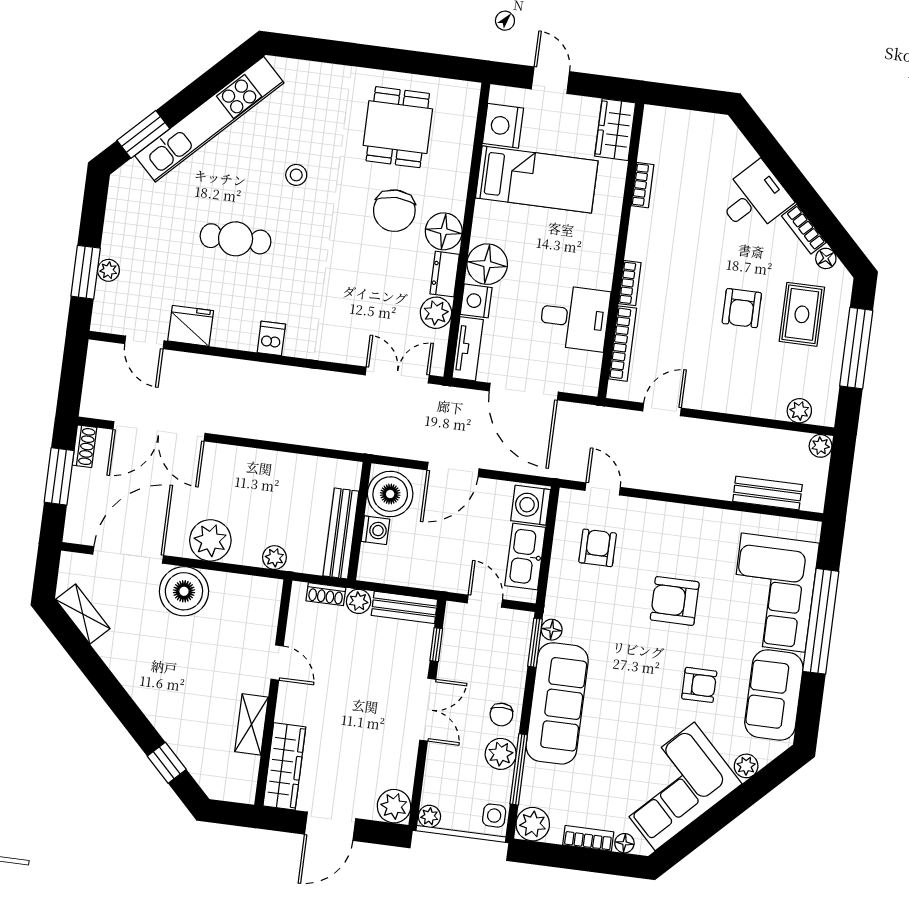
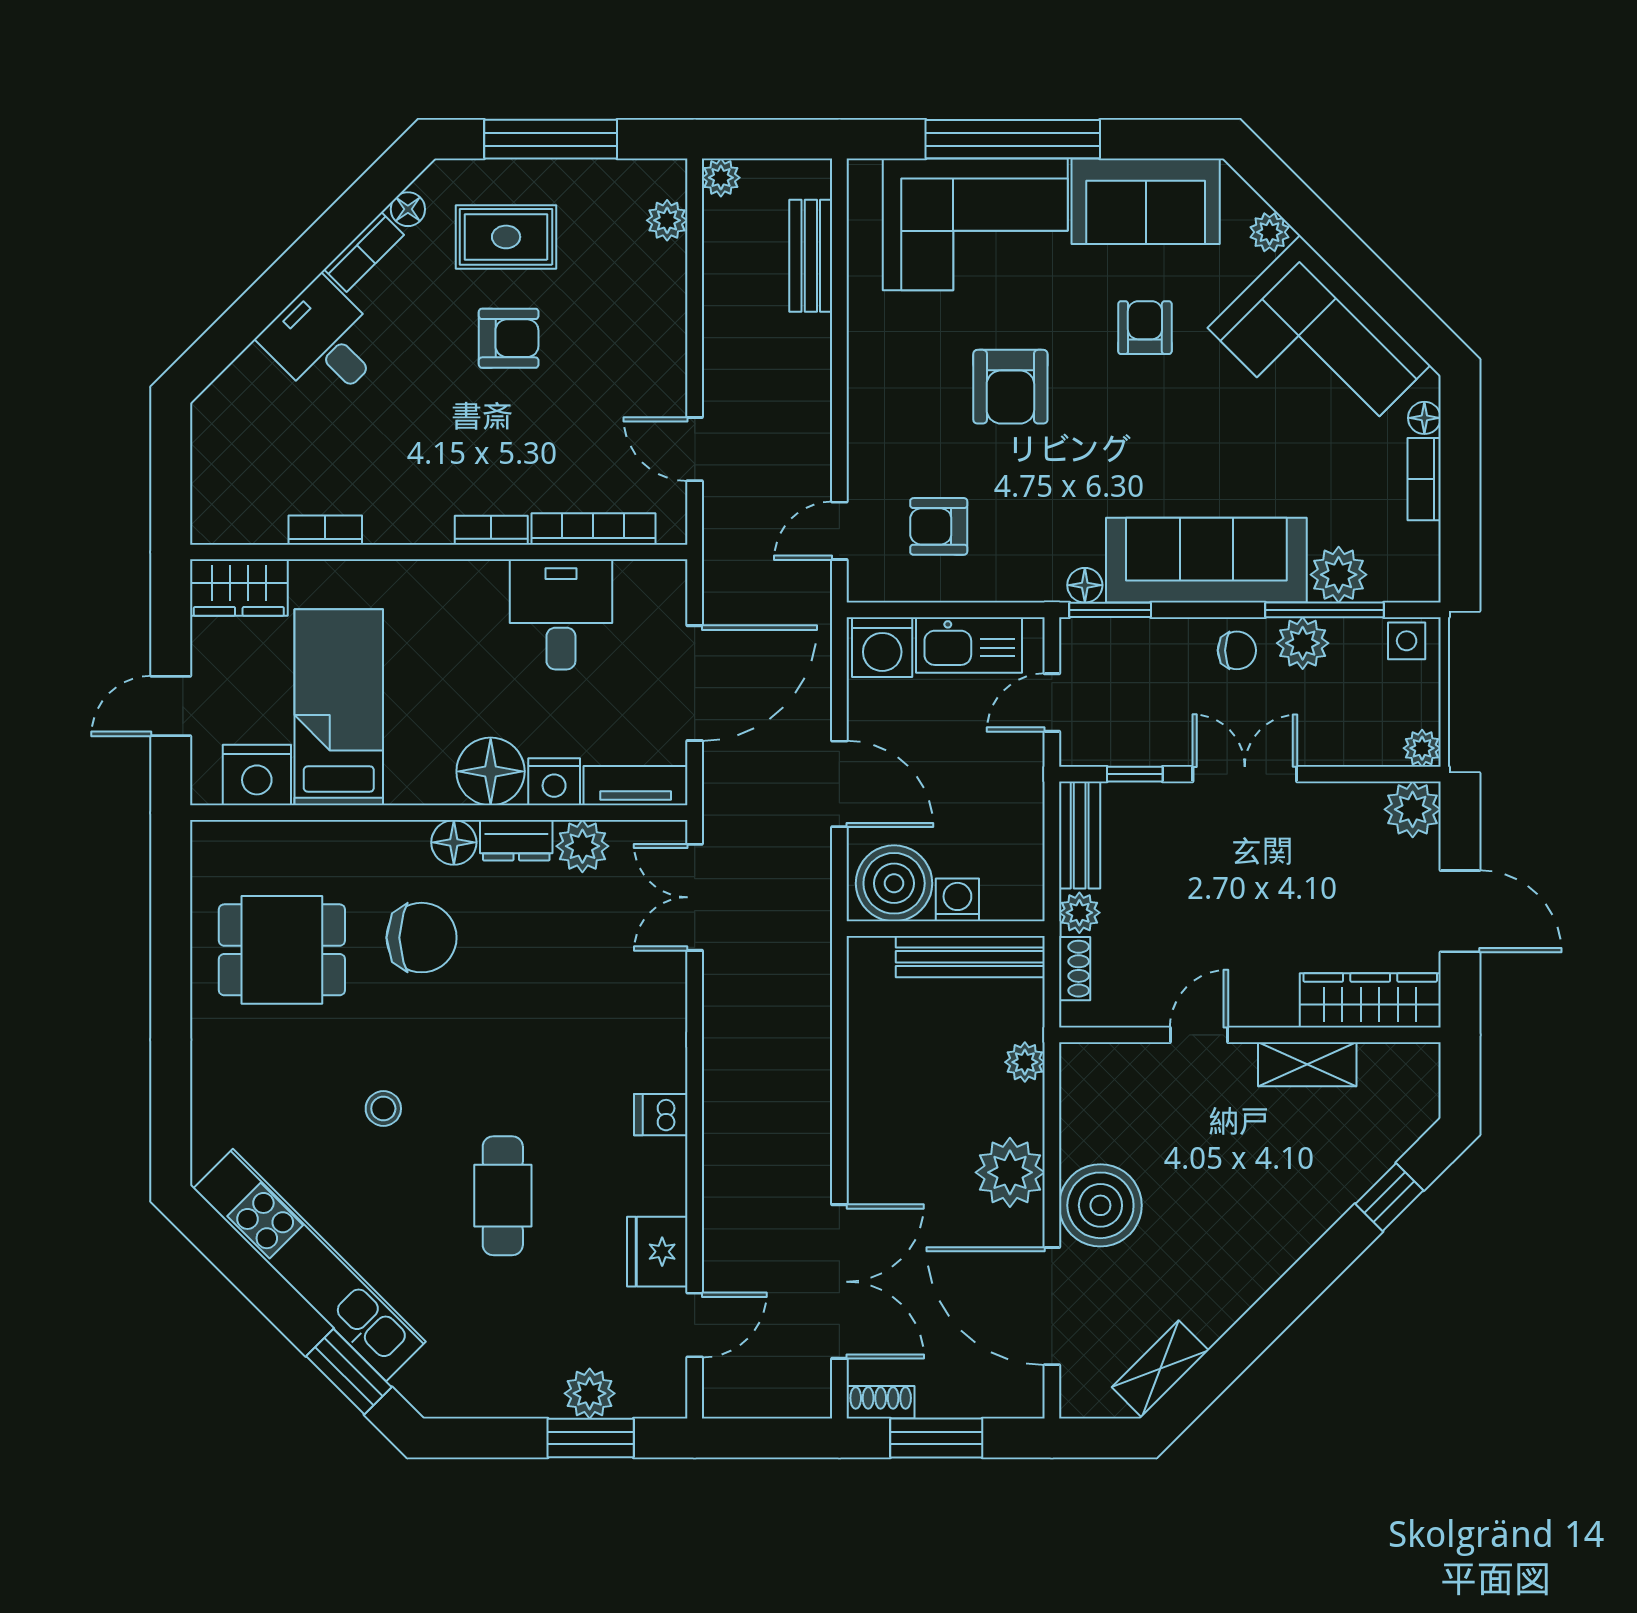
floor lamp: (444, 231) -> (454, 842), width x0.73, depth x0.73
plant: (108, 270) -> (590, 1393), width x1.38, depth x1.38
plant: (533, 824) -> (1339, 575), moved

